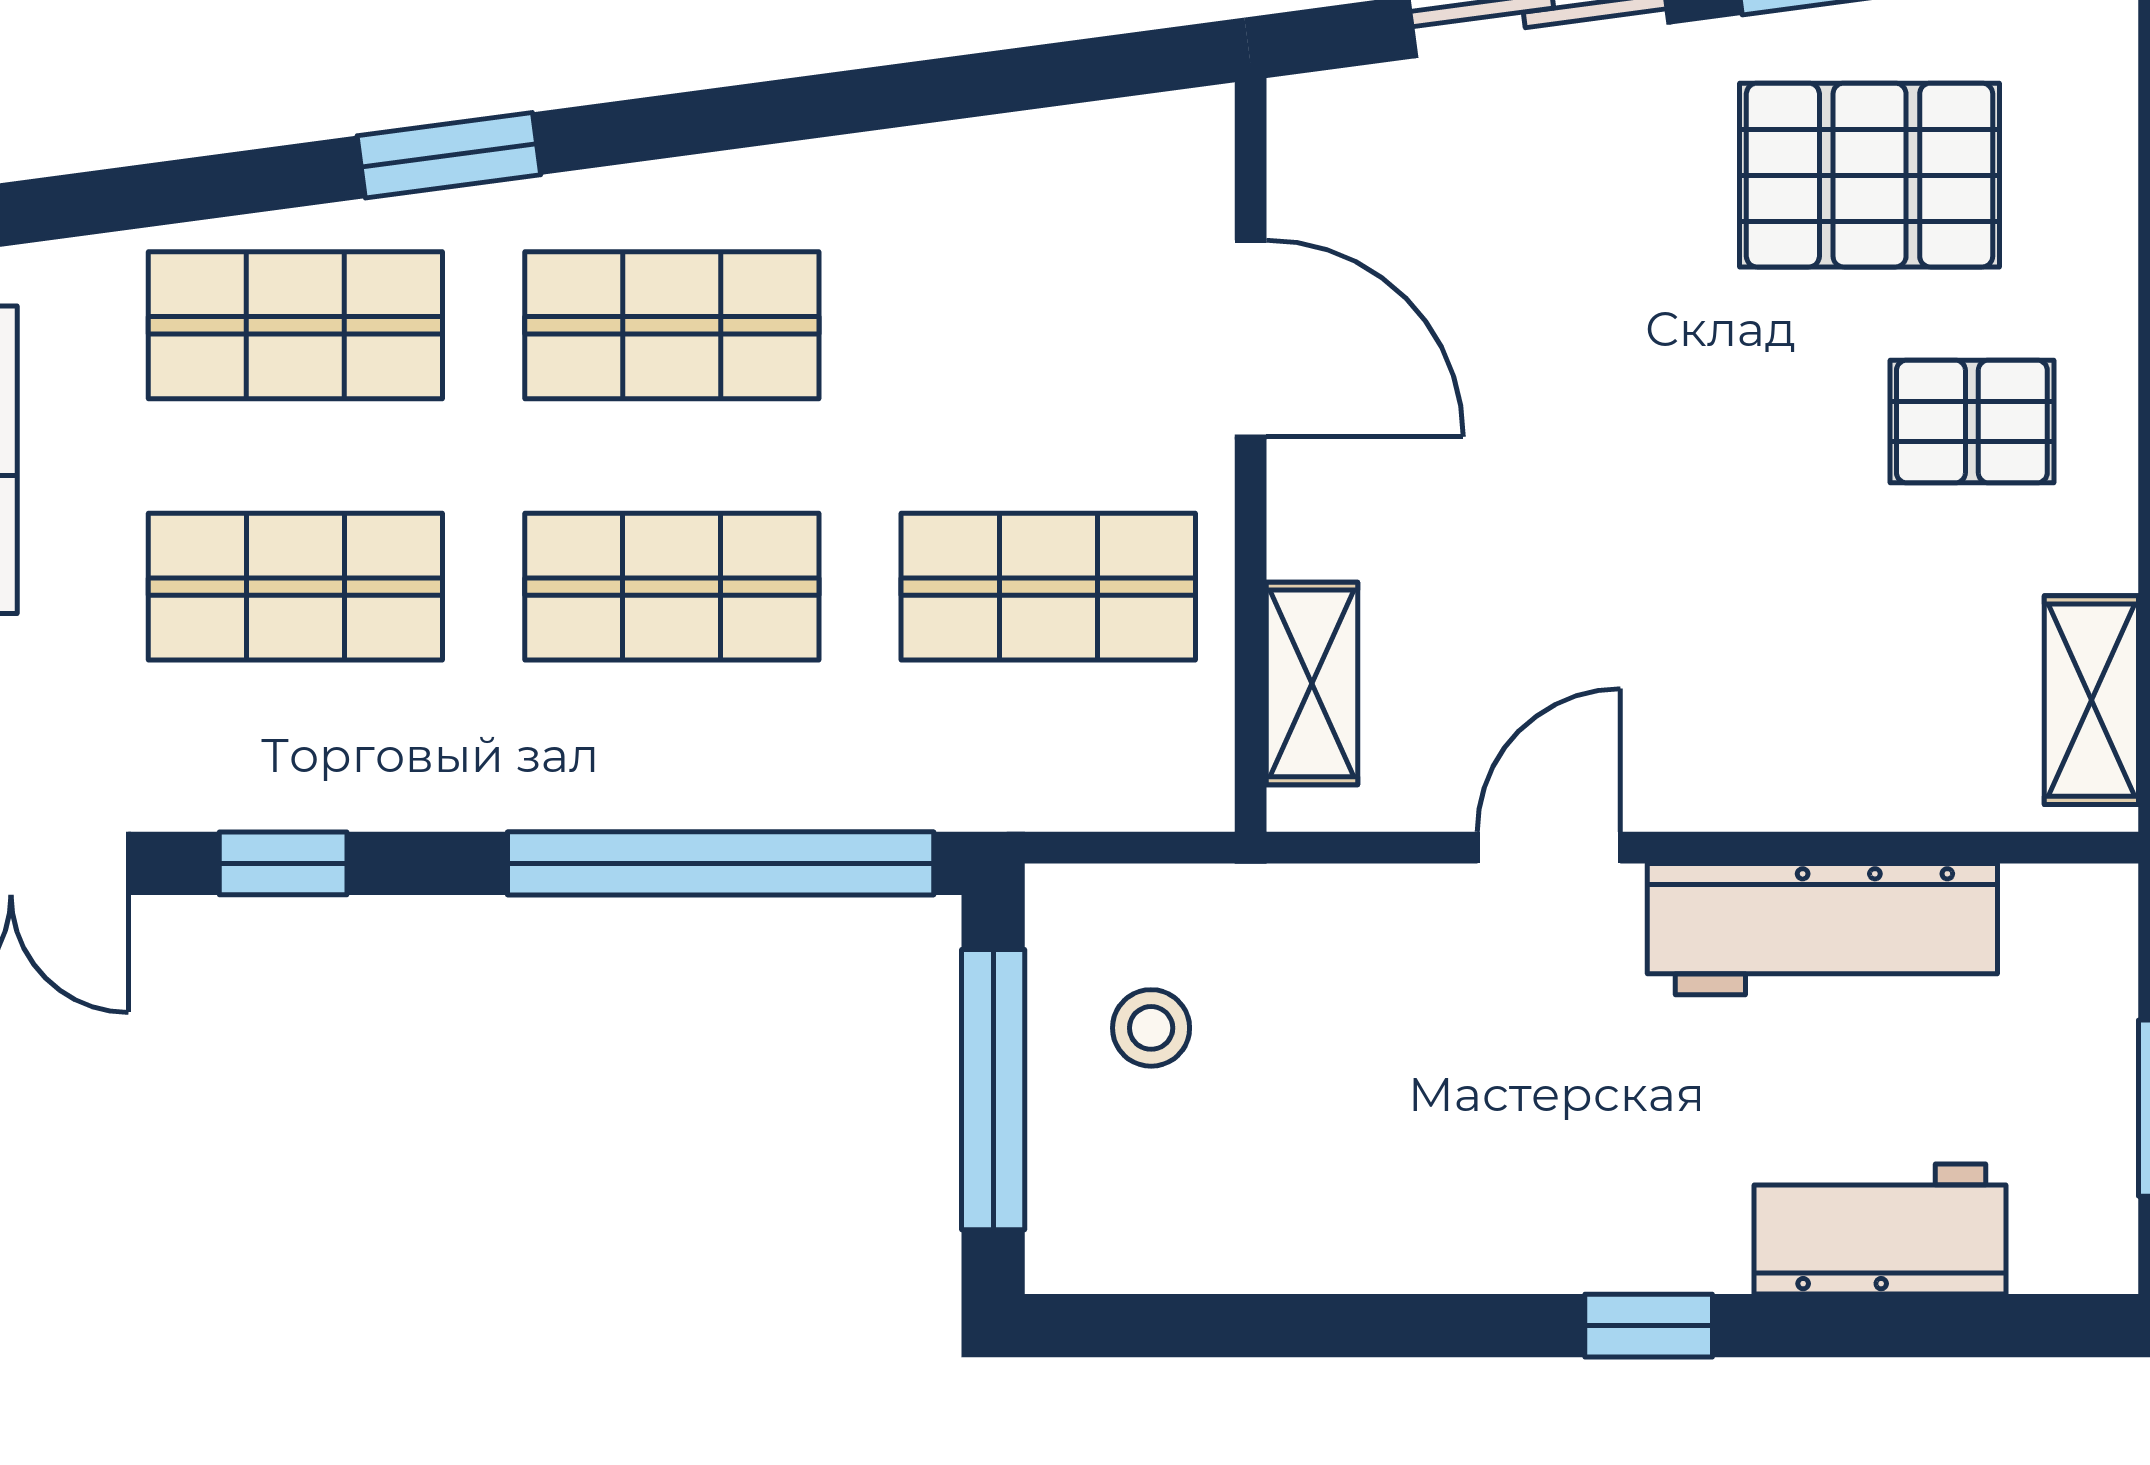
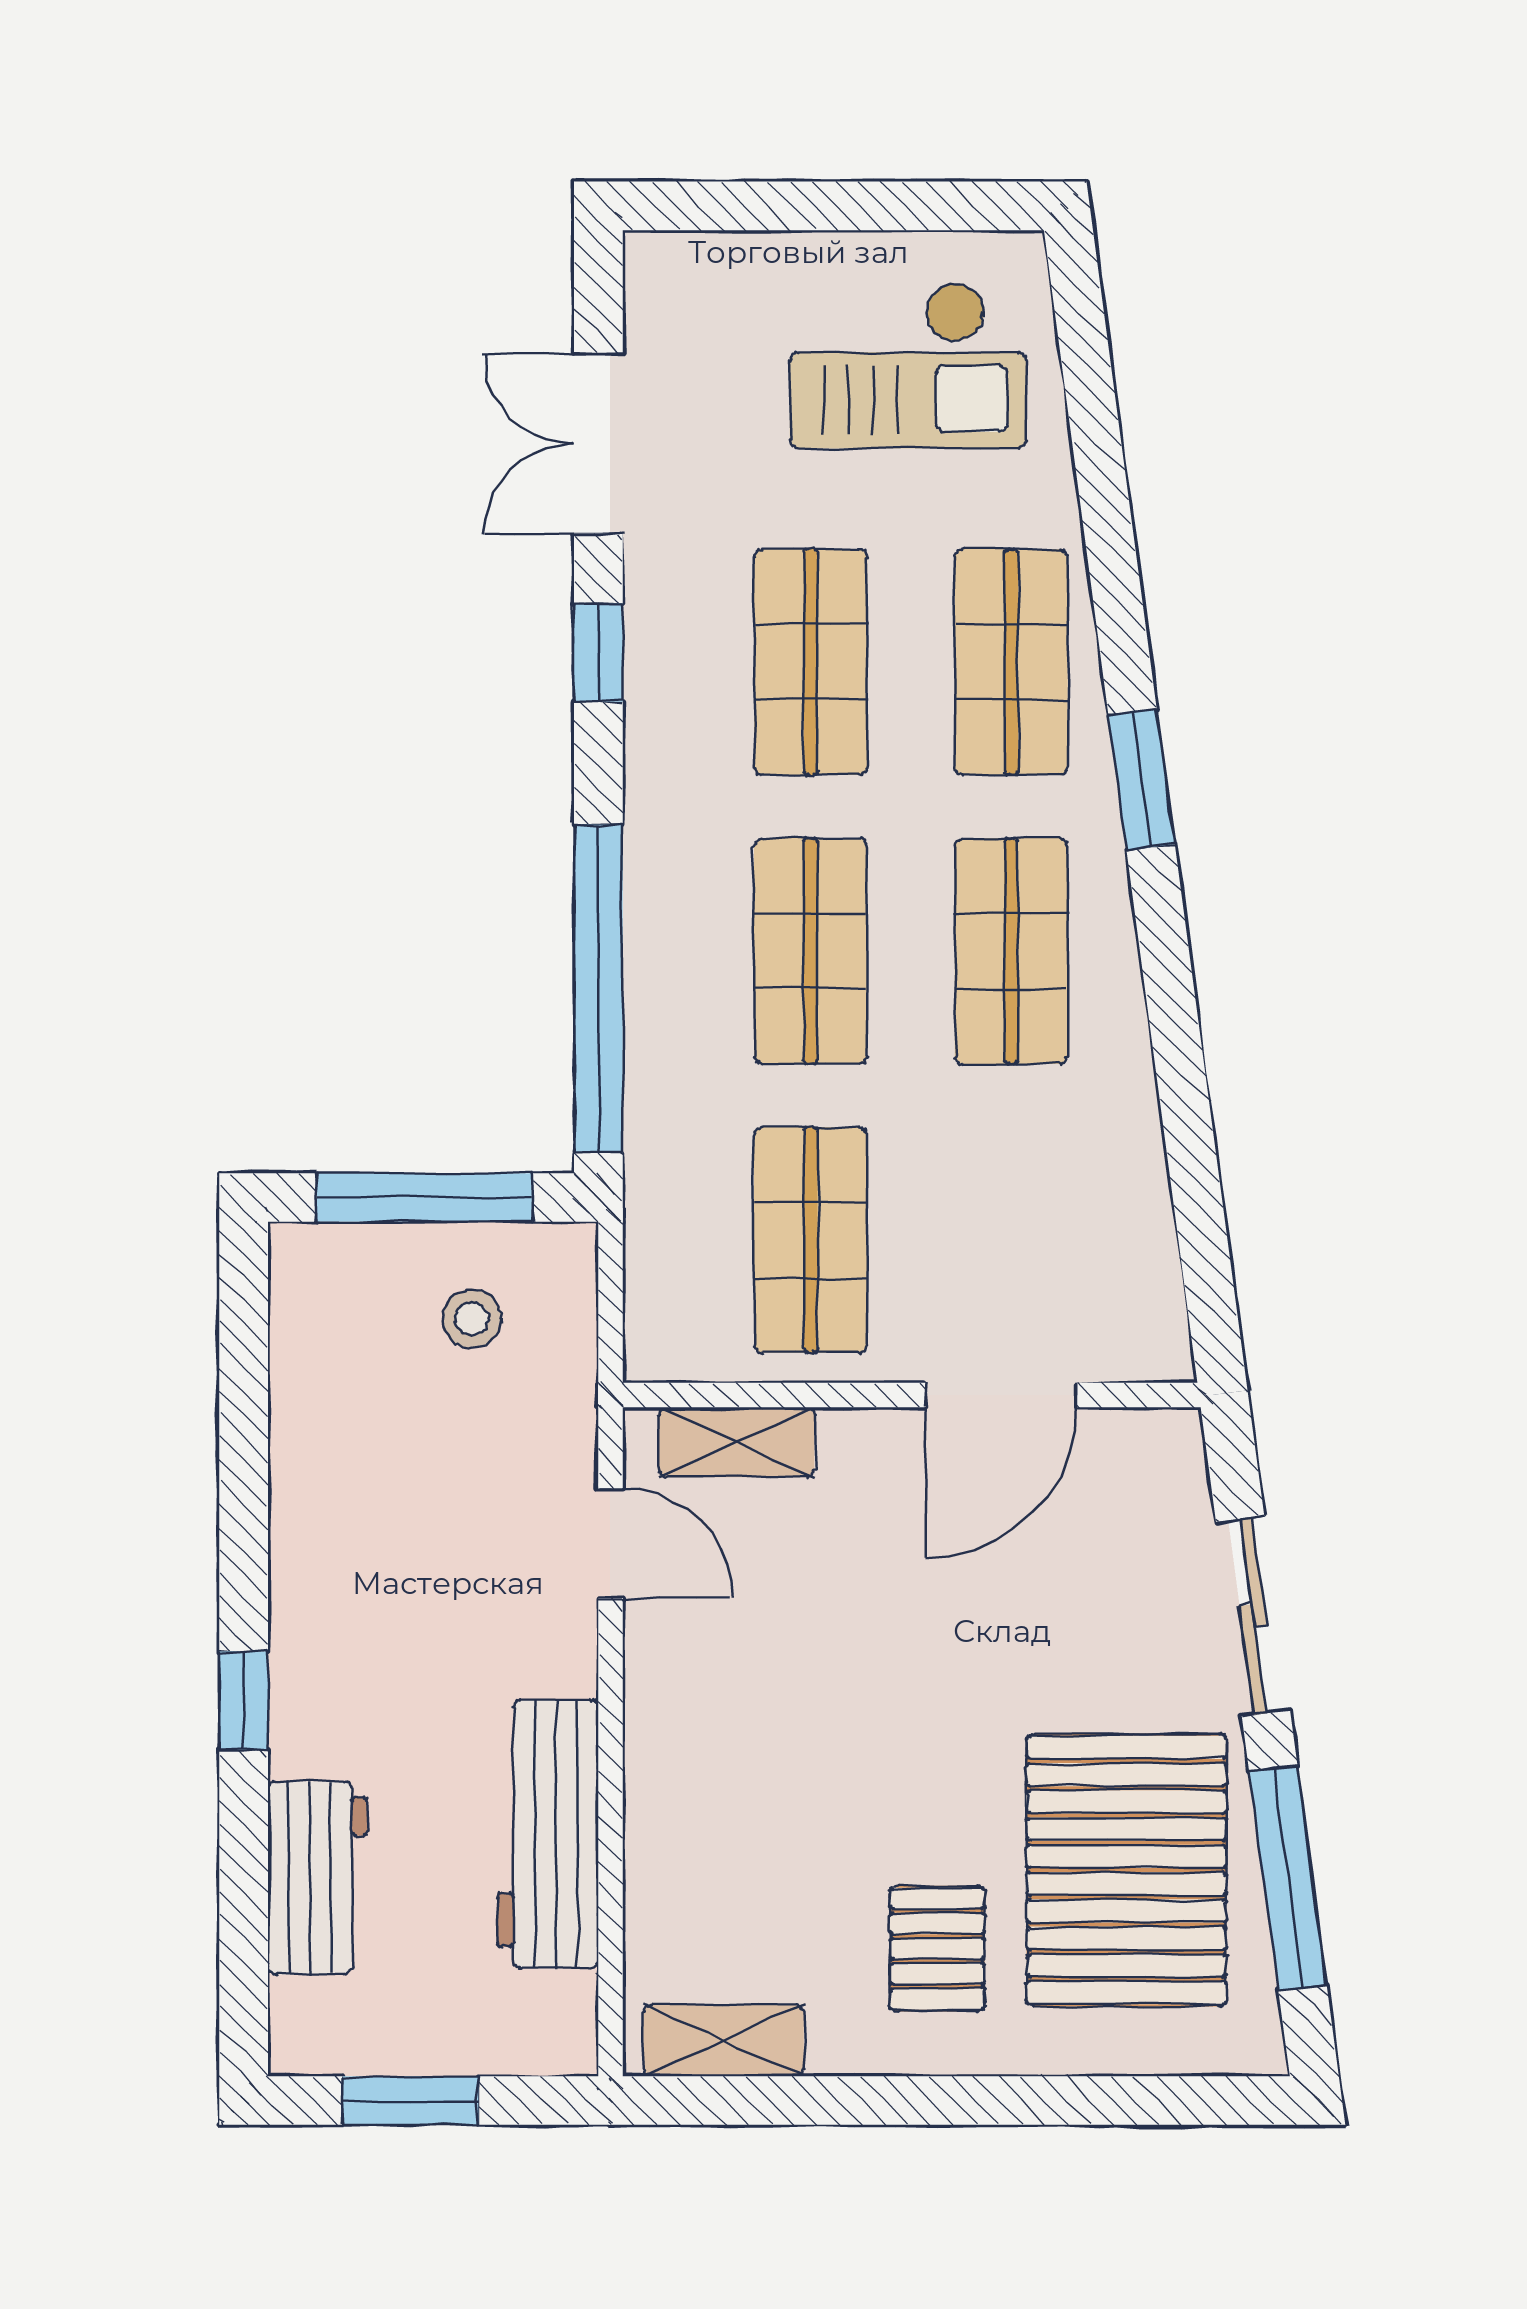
pallet: (1870, 175) -> (1126, 1870), width x1.37, depth x1.41
door: (1549, 848) -> (610, 1543), moved

